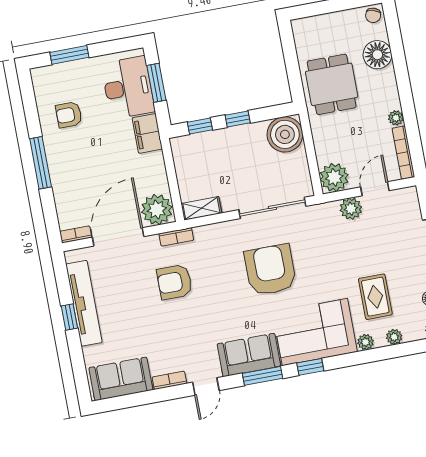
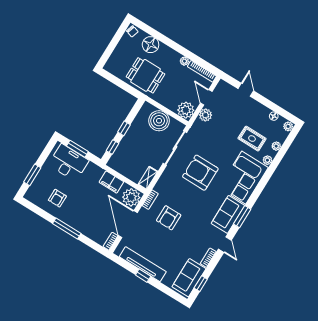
filing cabinet: (147, 133) -> (111, 182), moved
boiler: (285, 134) -> (159, 121), moved
window: (310, 367) -> (201, 284), moved

